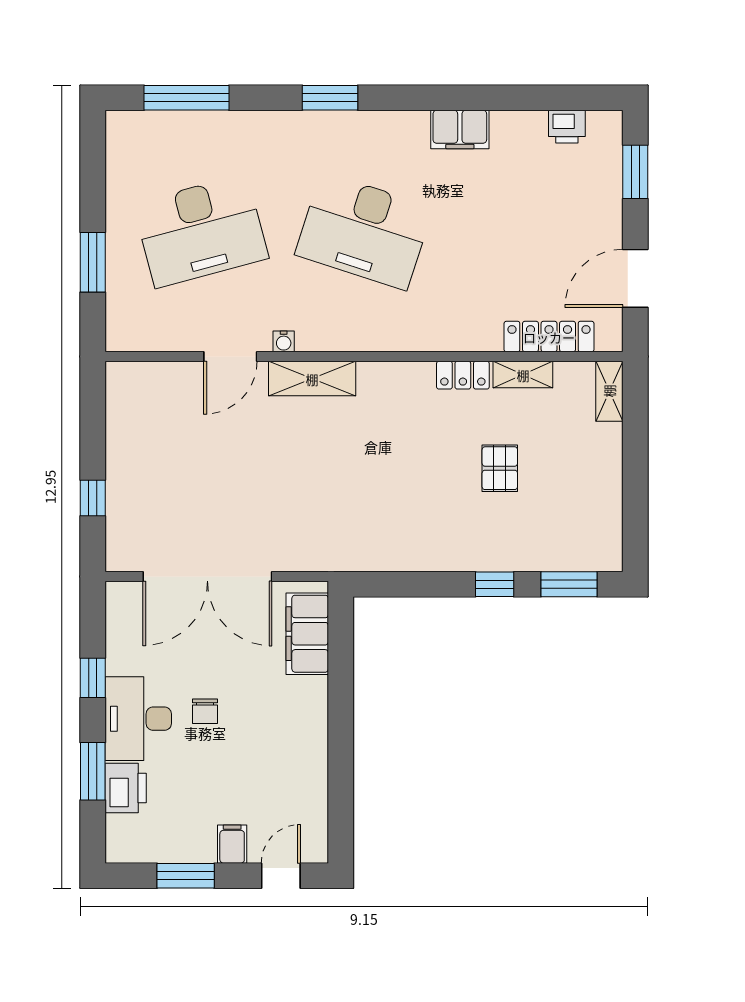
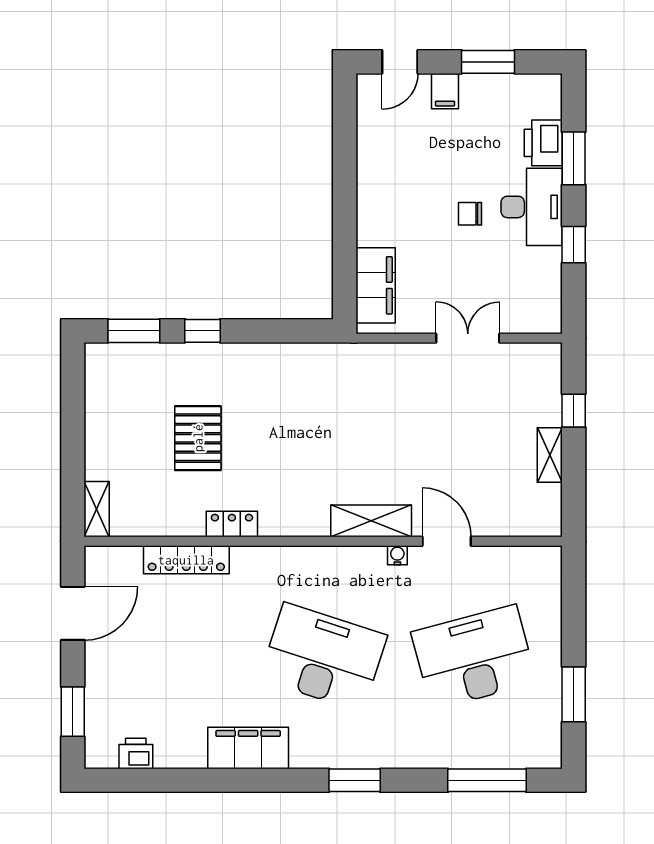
filing cabinet: (460, 129) -> (248, 748), width x1.50, depth x1.17
window: (93, 262) -> (574, 694), moved
locker: (549, 337) -> (186, 560), moved
door: (230, 357) -> (447, 541), hinge flipped
shelving: (523, 375) -> (550, 455), moved, turned 90
pallet: (500, 468) -> (198, 438), width x1.50, depth x1.42
double door: (207, 577) -> (468, 338), width x0.54
chair: (205, 711) -> (470, 214), turned -90

